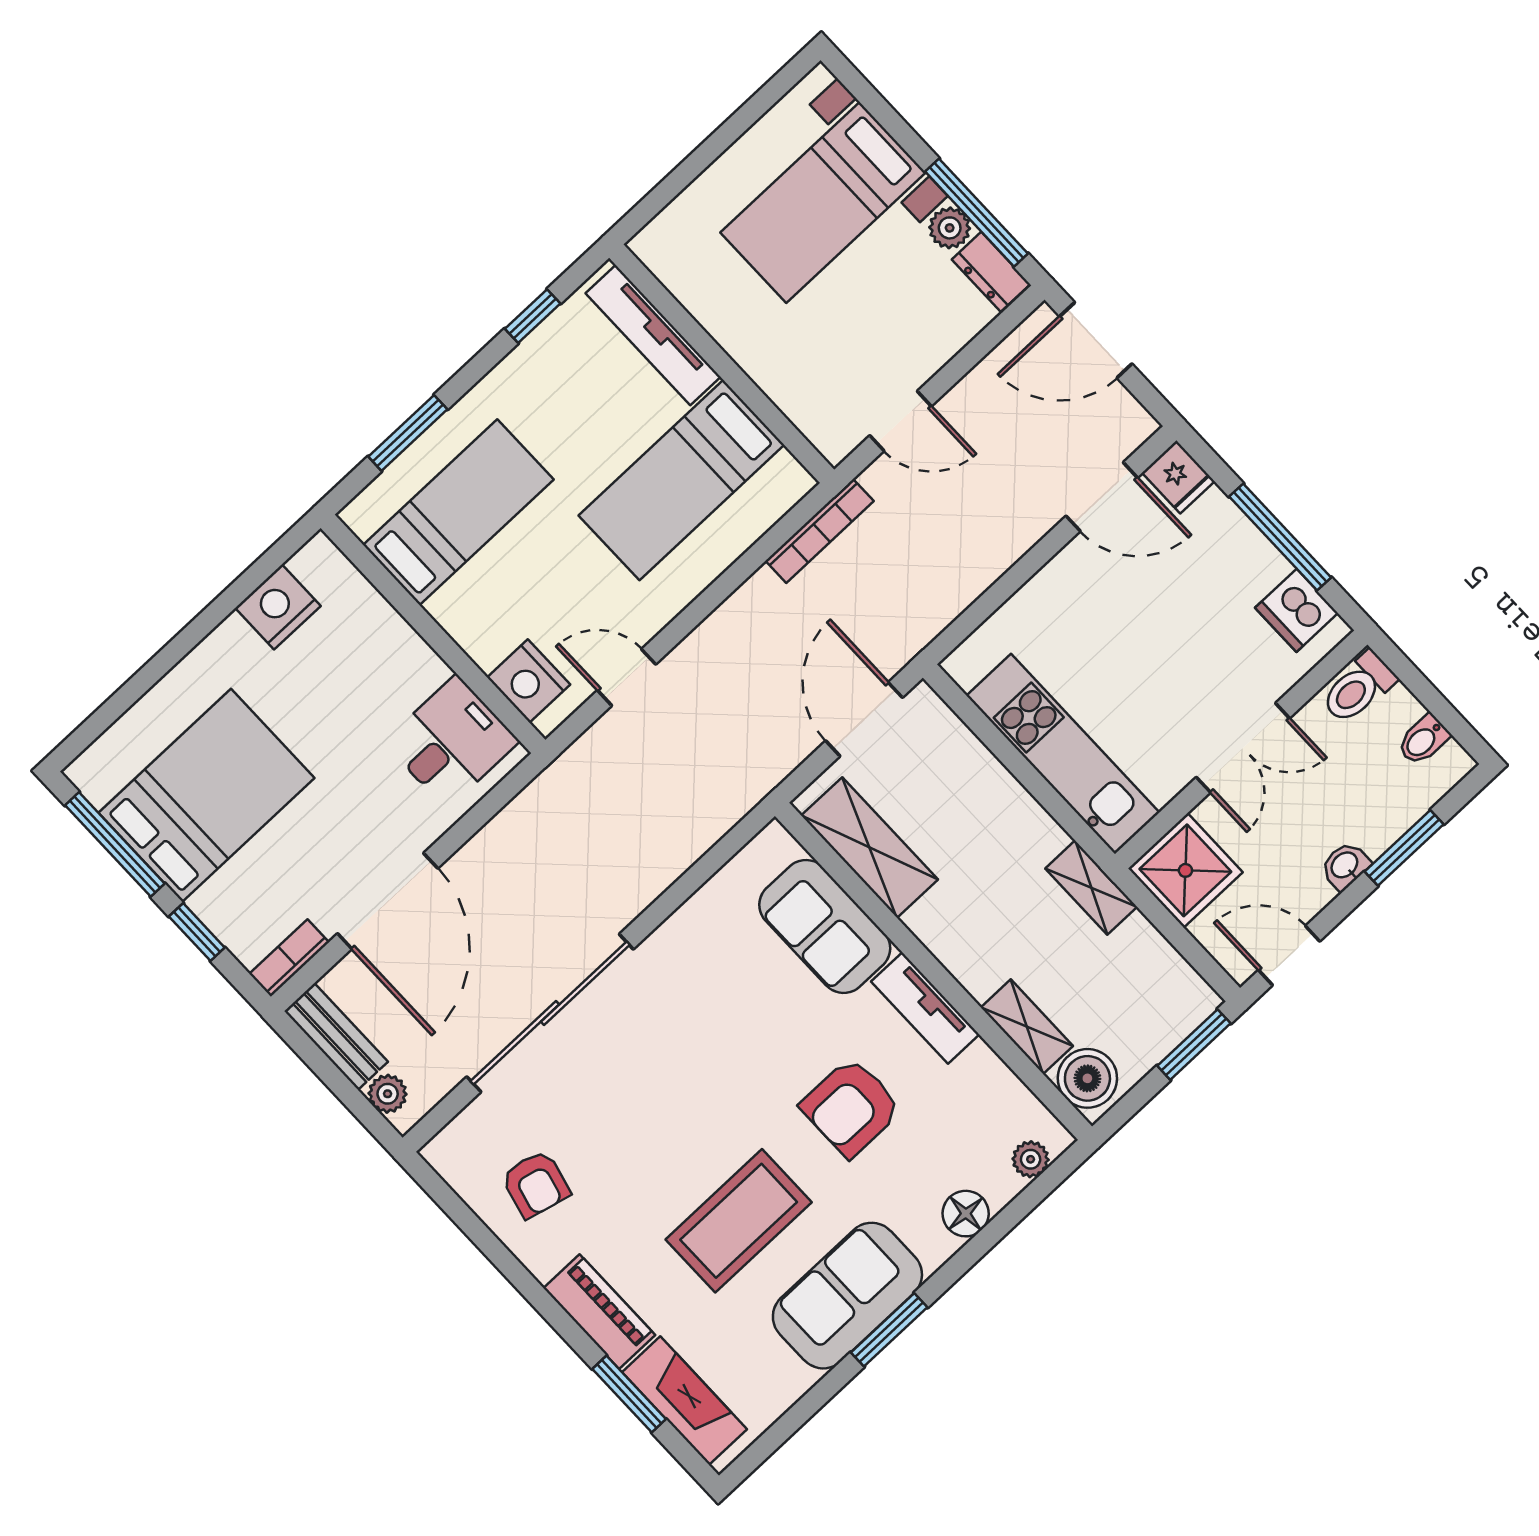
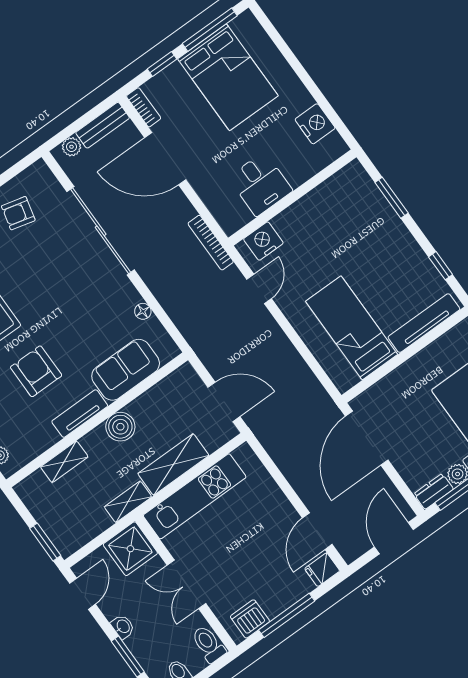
door: (901, 421) -> (367, 438), width x1.88
bed: (458, 512) -> (350, 217), removed
bookcase: (820, 531) -> (211, 243), moved
desk: (451, 742) -> (260, 184), moved
shelving: (869, 848) -> (173, 464), moved
floor lamp: (702, 907) -> (143, 311), added
boiler: (1087, 1078) -> (120, 427), moved

